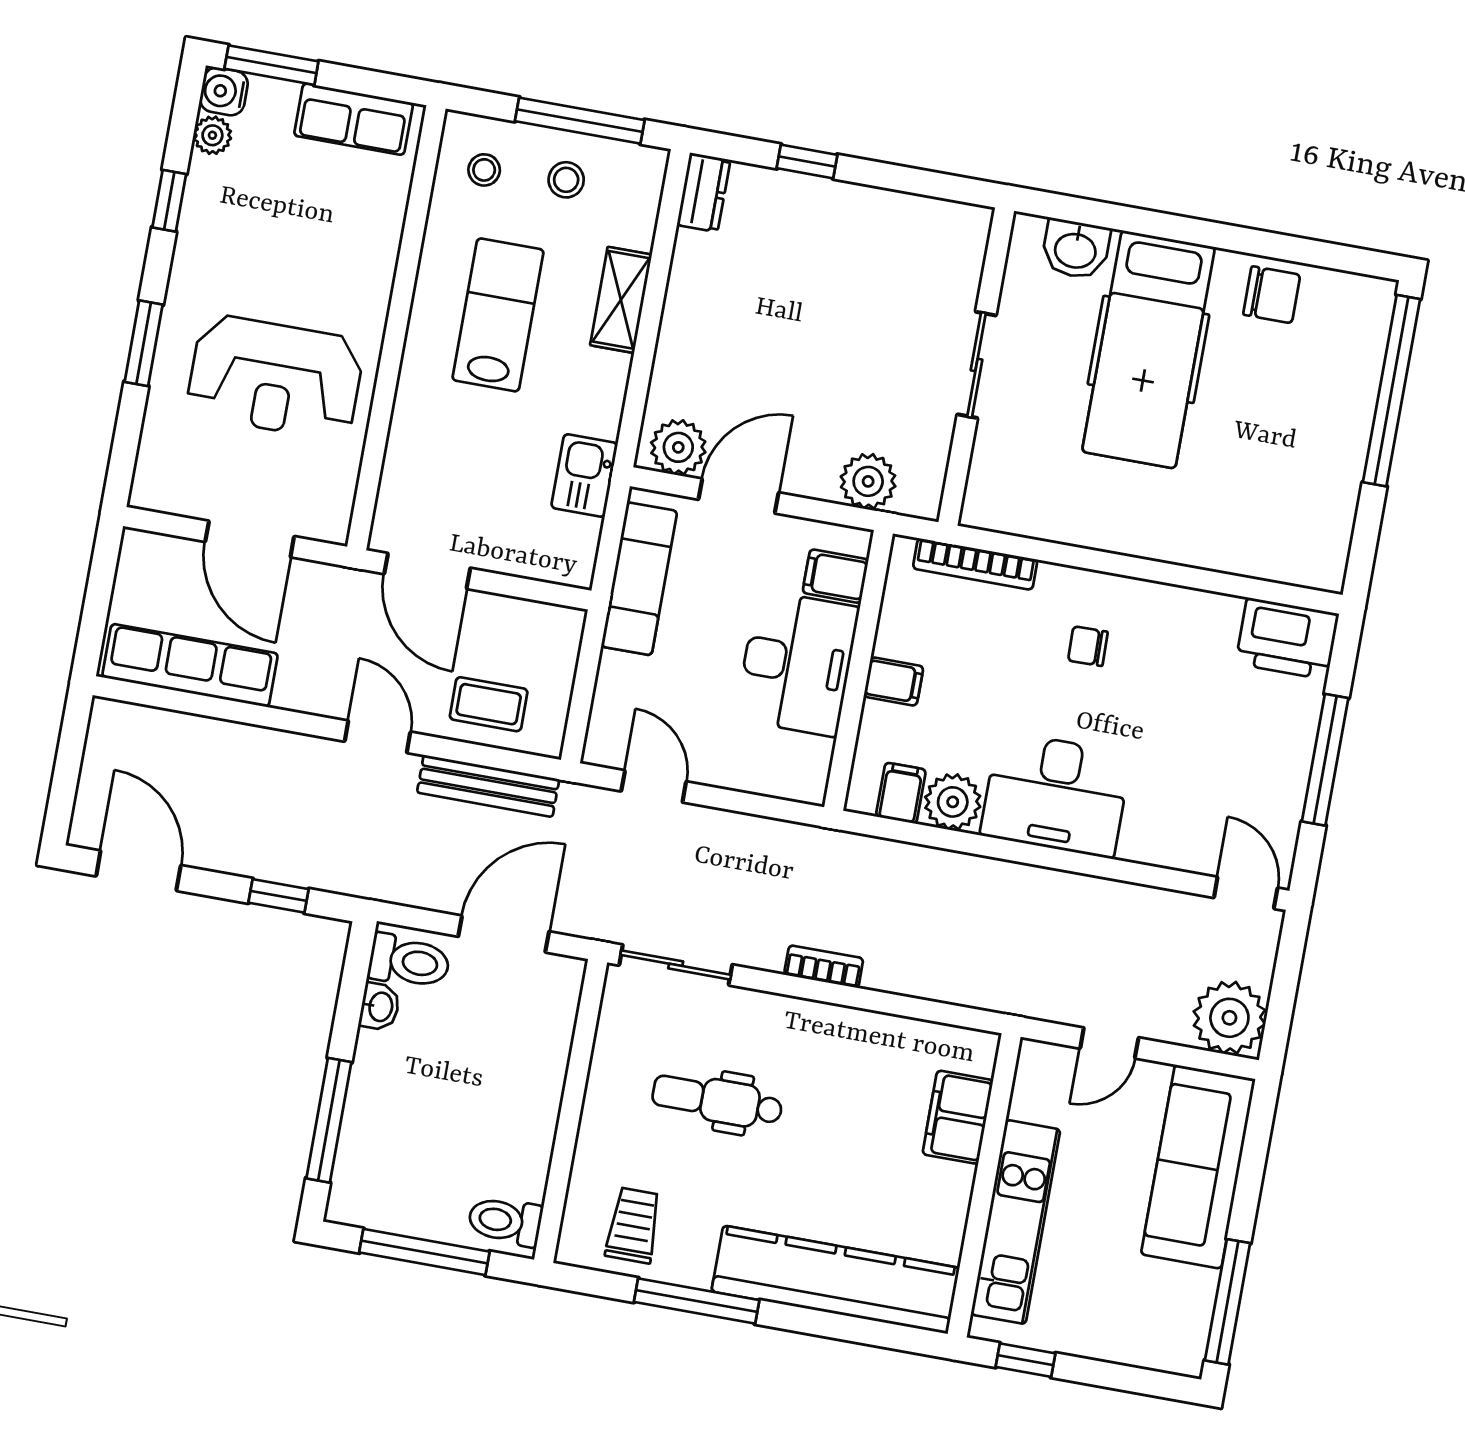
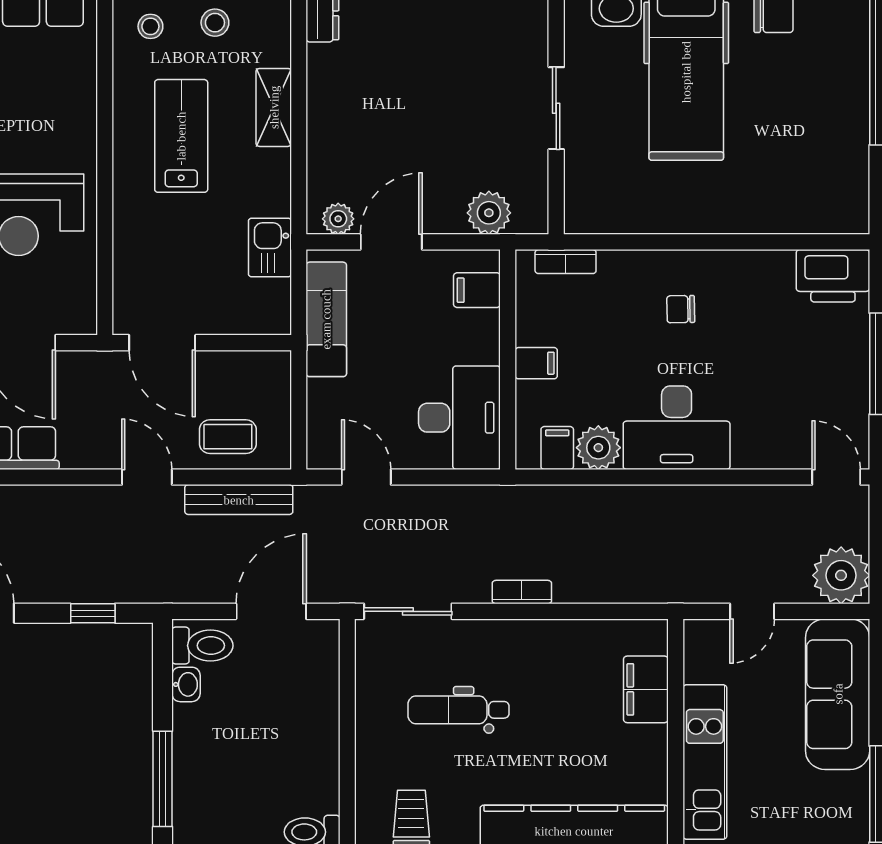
plant: (678, 447) -> (338, 219), width x0.73, depth x0.73
bookcase: (975, 564) -> (566, 262), width x0.64
desk: (797, 663) -> (459, 418), moved

